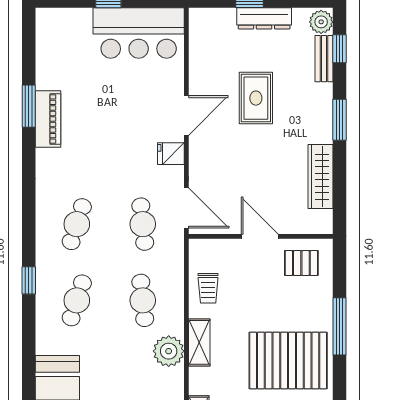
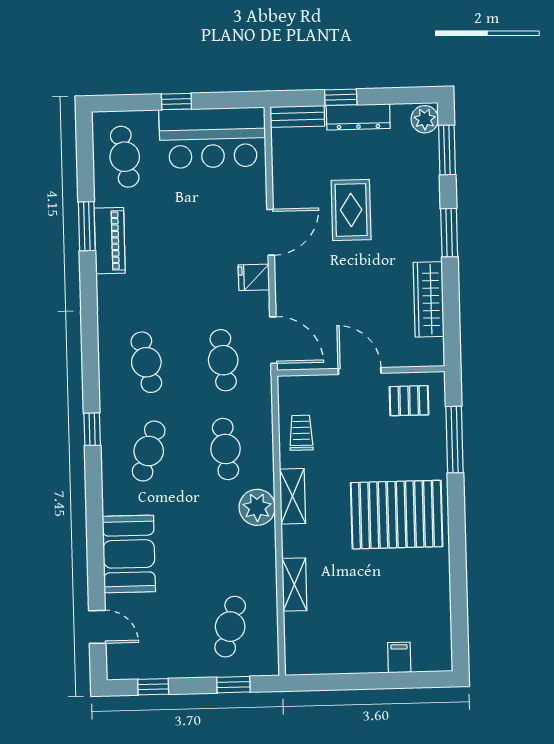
cafe table: (63, 47) -> (125, 157), added
window: (340, 49) -> (447, 150), width x1.50
bench: (324, 59) -> (297, 116), moved, turned 90
cafe table: (77, 224) -> (146, 362), turned -30
trolley: (208, 288) -> (301, 433), turned 180
window: (340, 326) -> (455, 440), moved

